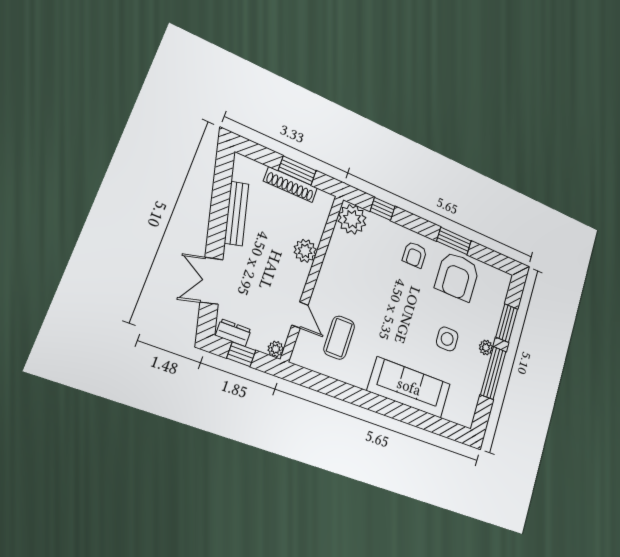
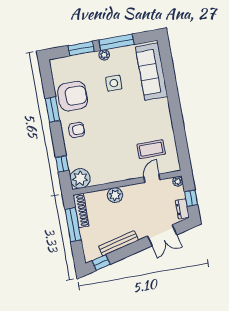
window: (297, 171) -> (73, 225), width x1.44
window: (223, 173) -> (101, 263), added
shoe rack: (291, 185) -> (81, 211), moved
sofa: (409, 387) -> (152, 72), moved

